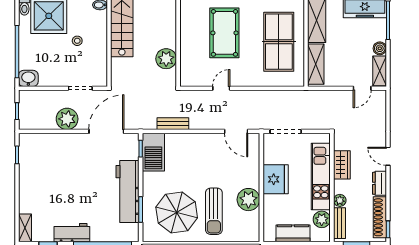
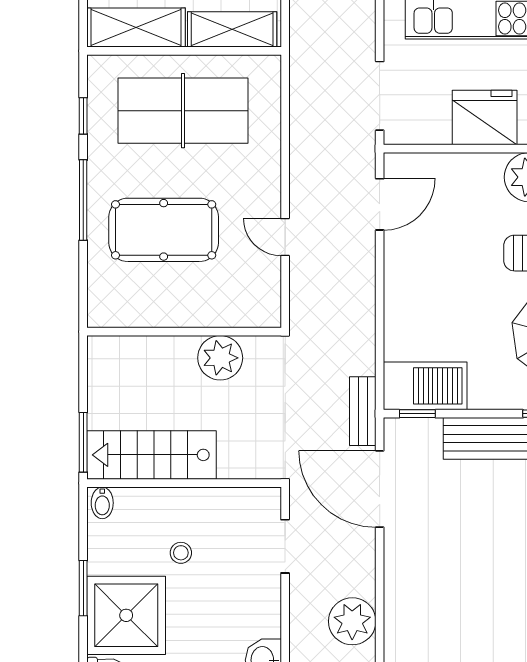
plant: (67, 119) -> (352, 621), moved
bench: (173, 124) -> (363, 411), moved

